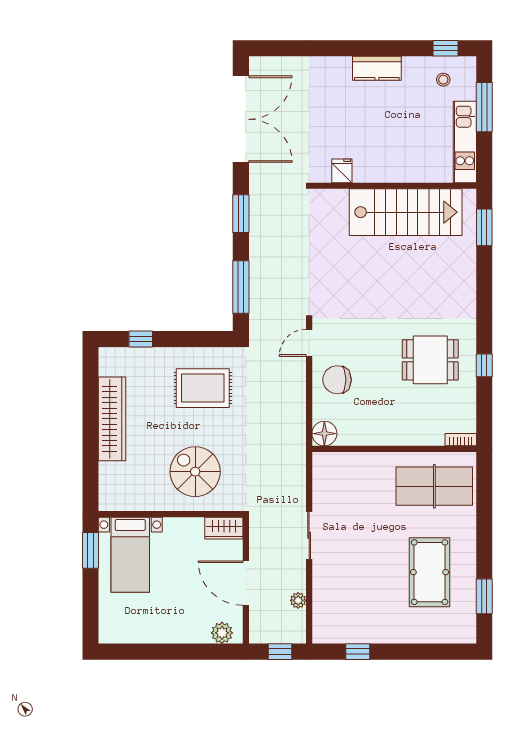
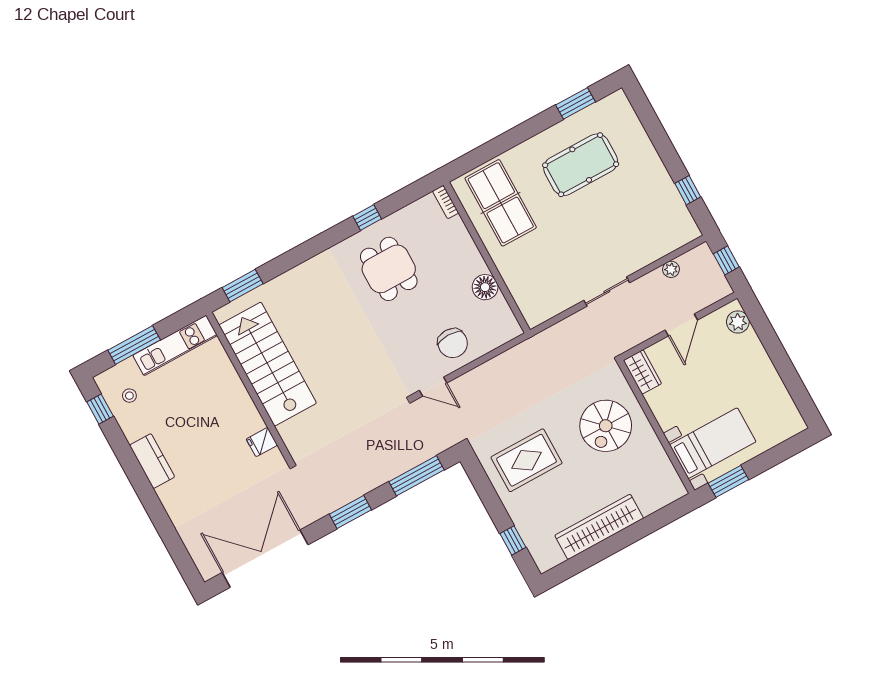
rug: (203, 388) -> (527, 460), turned 90
floor lamp: (324, 434) -> (485, 287), moved
door: (246, 583) -> (681, 325), width x0.73

